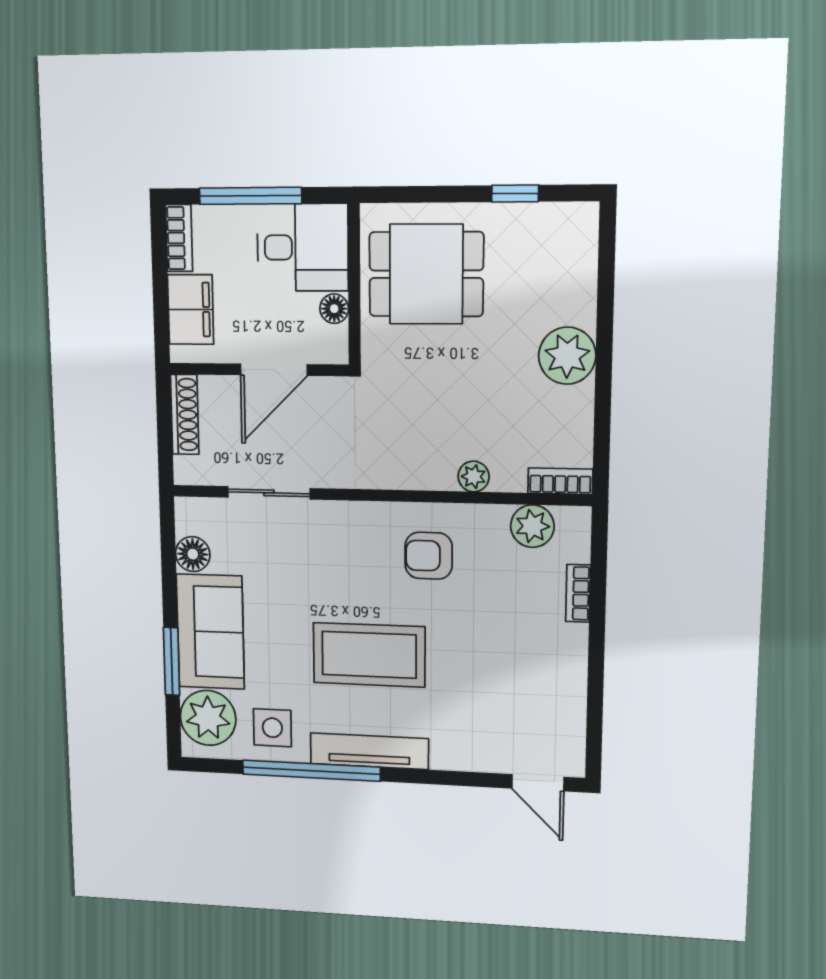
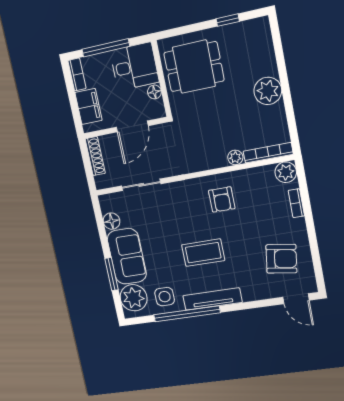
bookcase: (560, 481) -> (268, 153), width x1.56
plant: (532, 526) -> (286, 172), moved
armchair: (429, 556) -> (222, 199), turned -90
coffee table: (369, 655) -> (203, 253), width x0.73, depth x0.76
armchair: (525, 698) -> (281, 259), added

